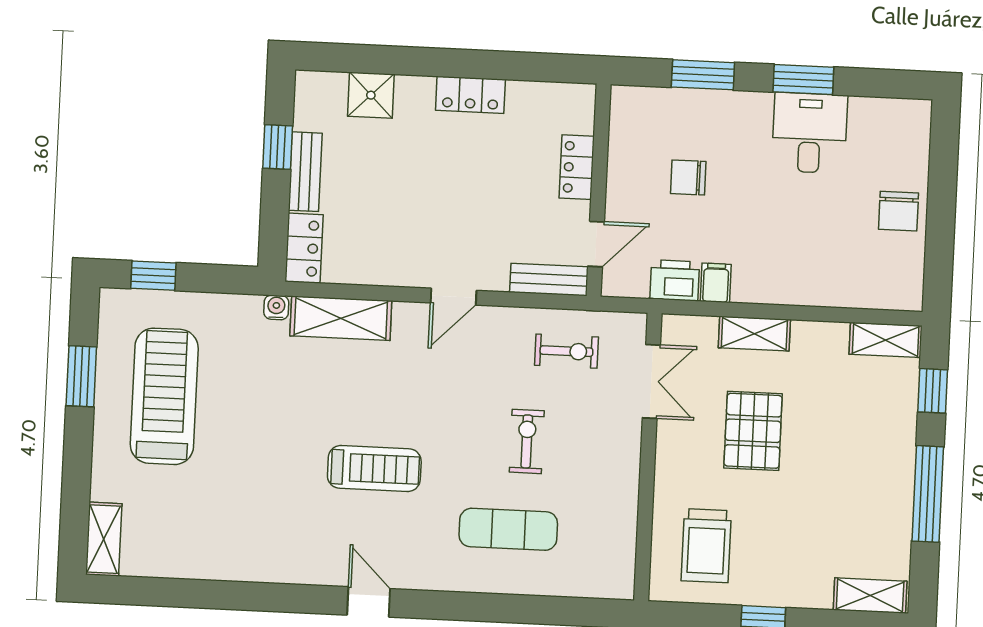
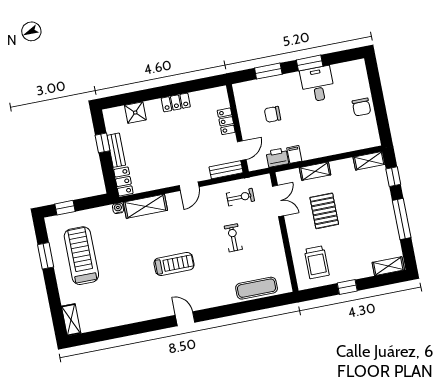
exercise mat: (508, 529) -> (257, 288), moved

